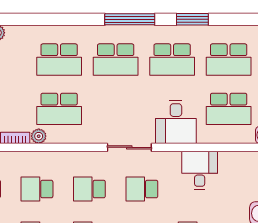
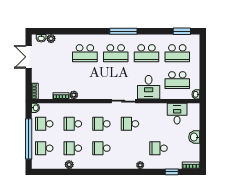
window: (192, 19) -> (182, 31), moved
school desk: (59, 109) -> (85, 80), removed
desk: (200, 170) -> (177, 114), moved

